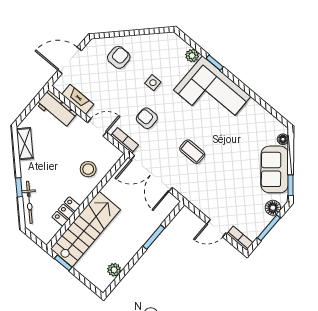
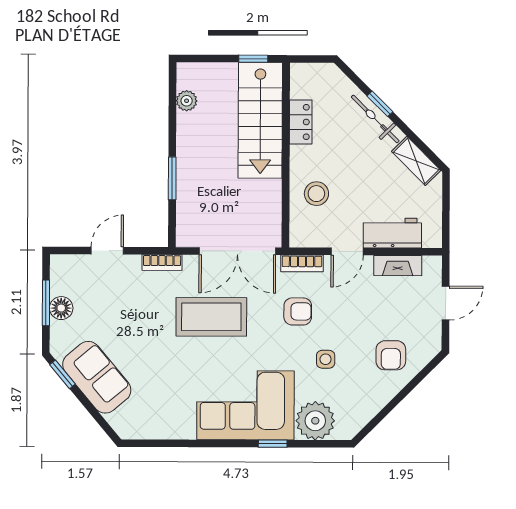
plant: (192, 56) -> (315, 421), width x1.87, depth x1.87
door: (70, 60) -> (446, 303), width x0.73
workbench: (56, 109) -> (392, 233), moved
floor lamp: (283, 139) -> (117, 421), removed
coffee table: (192, 152) -> (211, 317), width x1.86, depth x1.72
double door: (152, 174) -> (237, 251), swing flipped
bicycle: (29, 202) -> (375, 119), moved
floor lamp: (273, 208) -> (61, 308), moved
bookcase: (240, 238) -> (162, 262), moved

